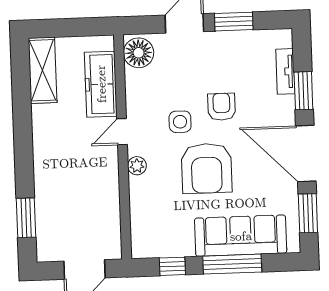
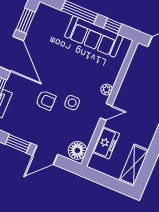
freezer: (101, 84) -> (106, 143), width x0.71
armchair: (222, 107) -> (46, 100), turned -90
armchair: (207, 168) -> (69, 71), removed
sofa: (241, 236) -> (94, 36), moved

